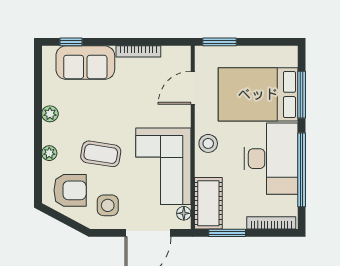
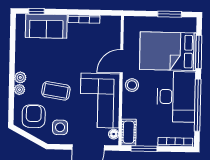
window: (220, 42) -> (170, 14), moved
door: (193, 88) -> (122, 61), moved
plant: (50, 114) -> (20, 77), moved
armchair: (70, 190) -> (34, 116), turned -90
cot: (208, 203) -> (129, 132), width x0.73, depth x0.75

